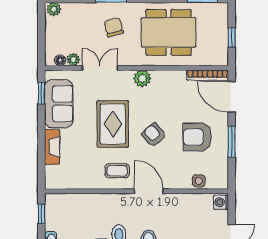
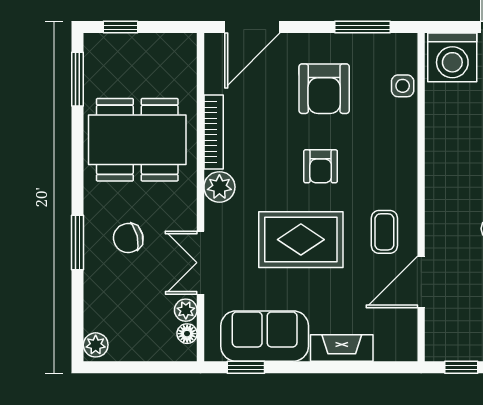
dining table: (169, 32) -> (137, 140), turned 90
window: (232, 38) -> (121, 27), moved
bookcase: (208, 75) -> (214, 132), moved
armchair: (154, 135) -> (321, 166), turned -49
window: (232, 142) -> (362, 27), moved
door: (149, 191) -> (421, 282), moved
washing machine: (221, 202) -> (452, 57), width x1.89, depth x1.89

